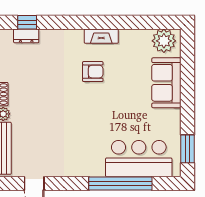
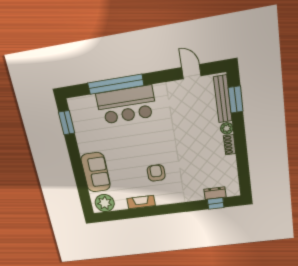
fireplace: (101, 36) -> (141, 202), moved
armchair: (93, 72) -> (156, 173), turned 90
bar counter: (139, 159) -> (126, 105), moved

